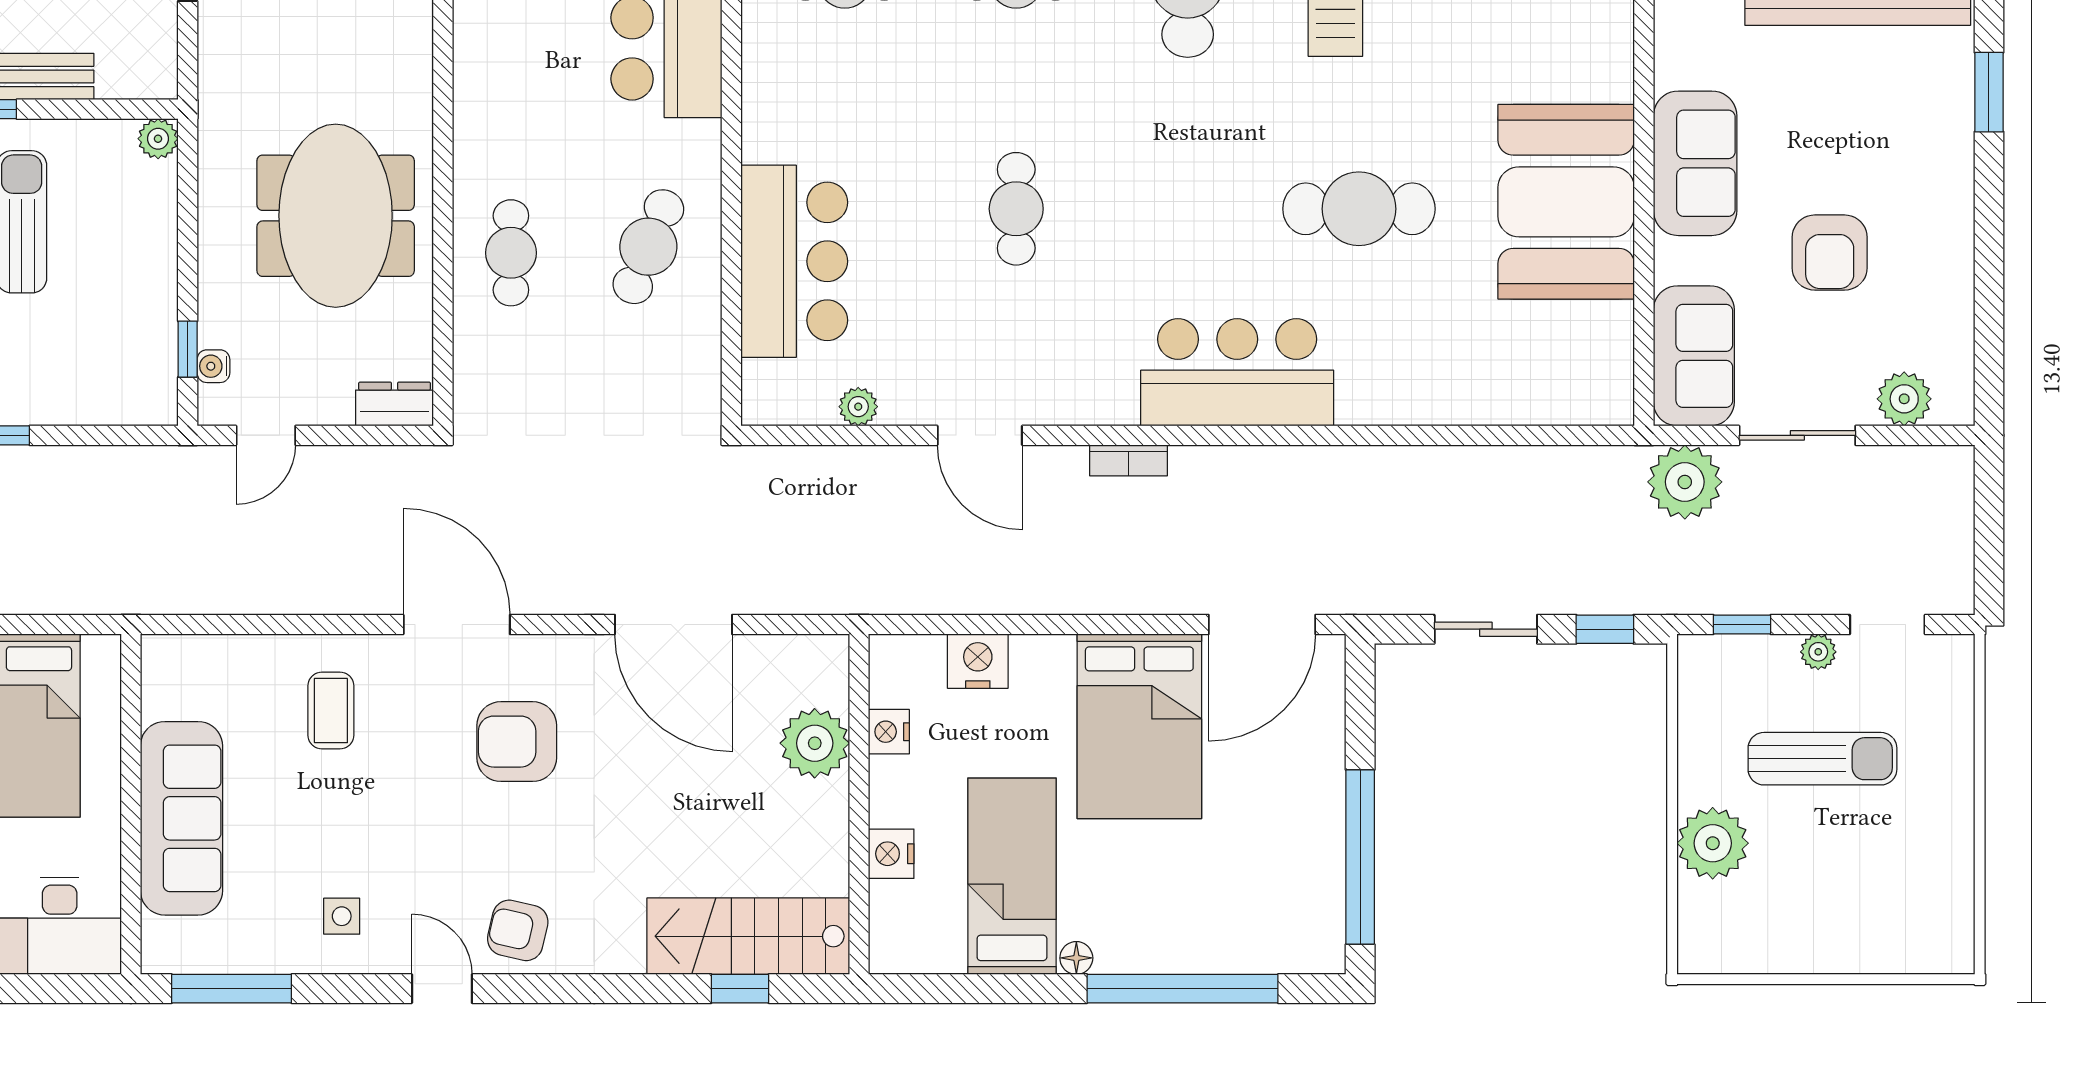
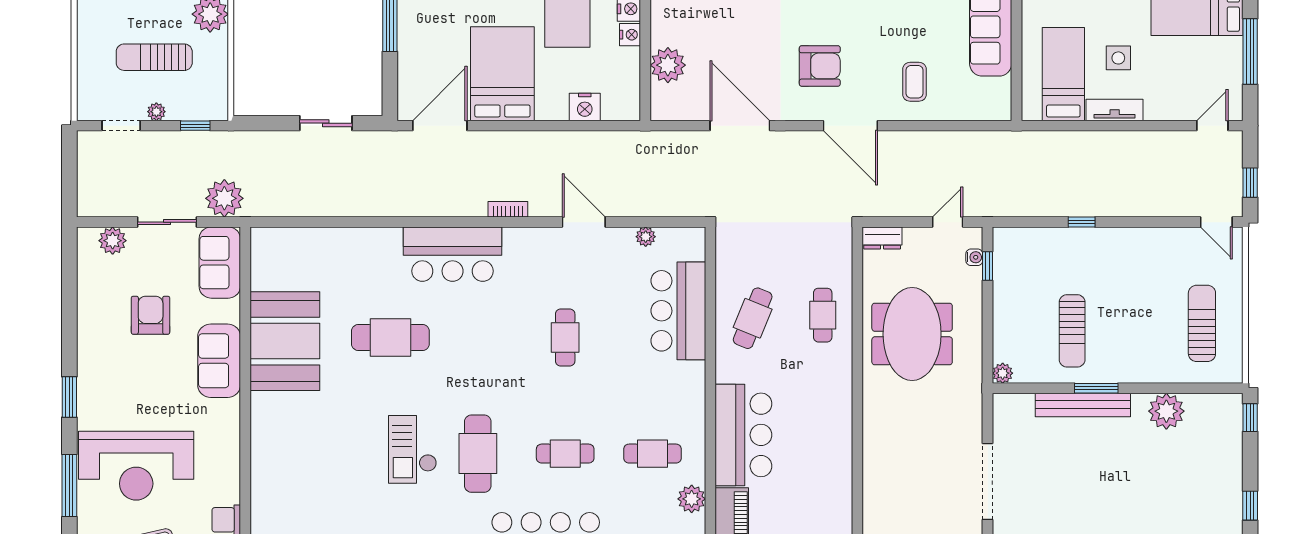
window: (1605, 629) -> (265, 123), removed
nightstand: (889, 732) -> (630, 35), moved

